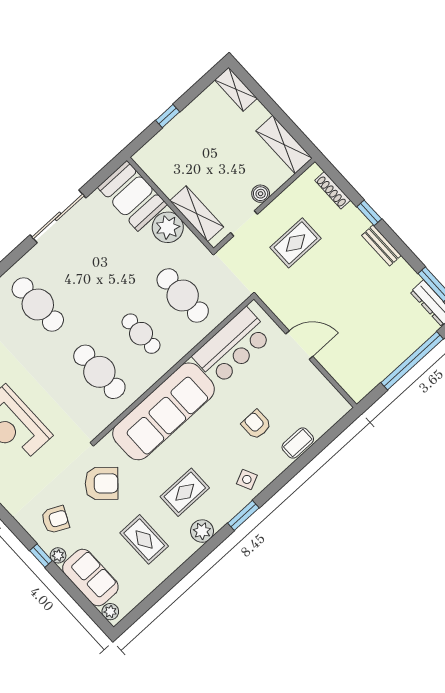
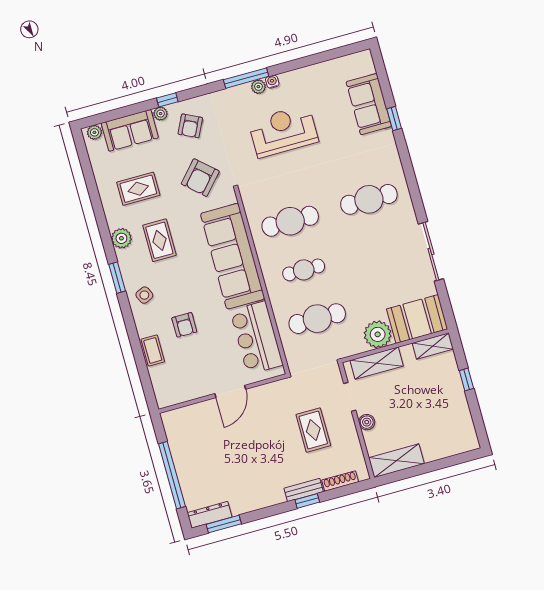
shelving: (236, 89) -> (433, 346), moved
bench: (381, 245) -> (304, 490), moved
armchair: (256, 425) -> (184, 325), turned 90

